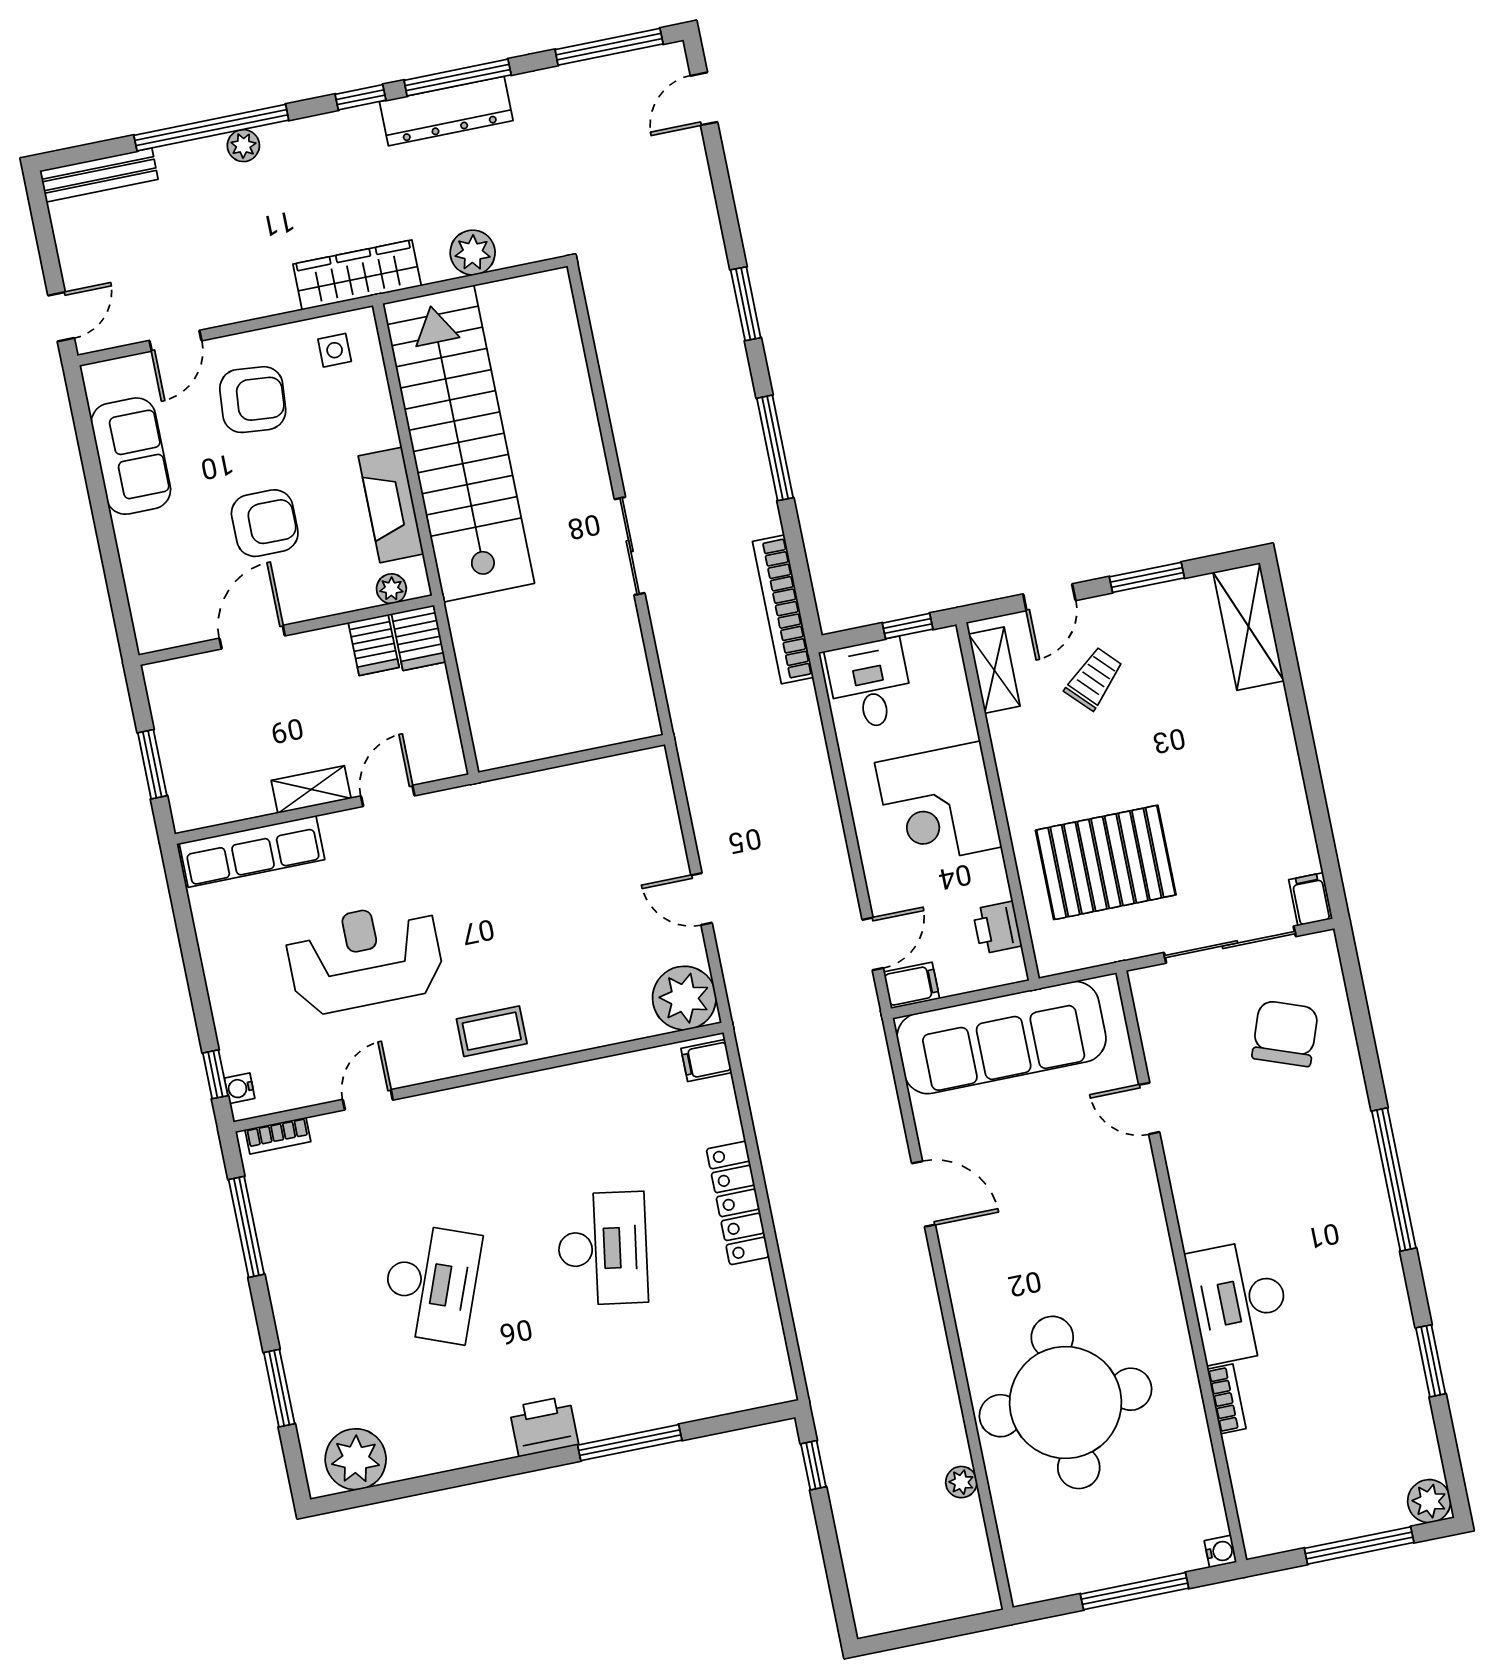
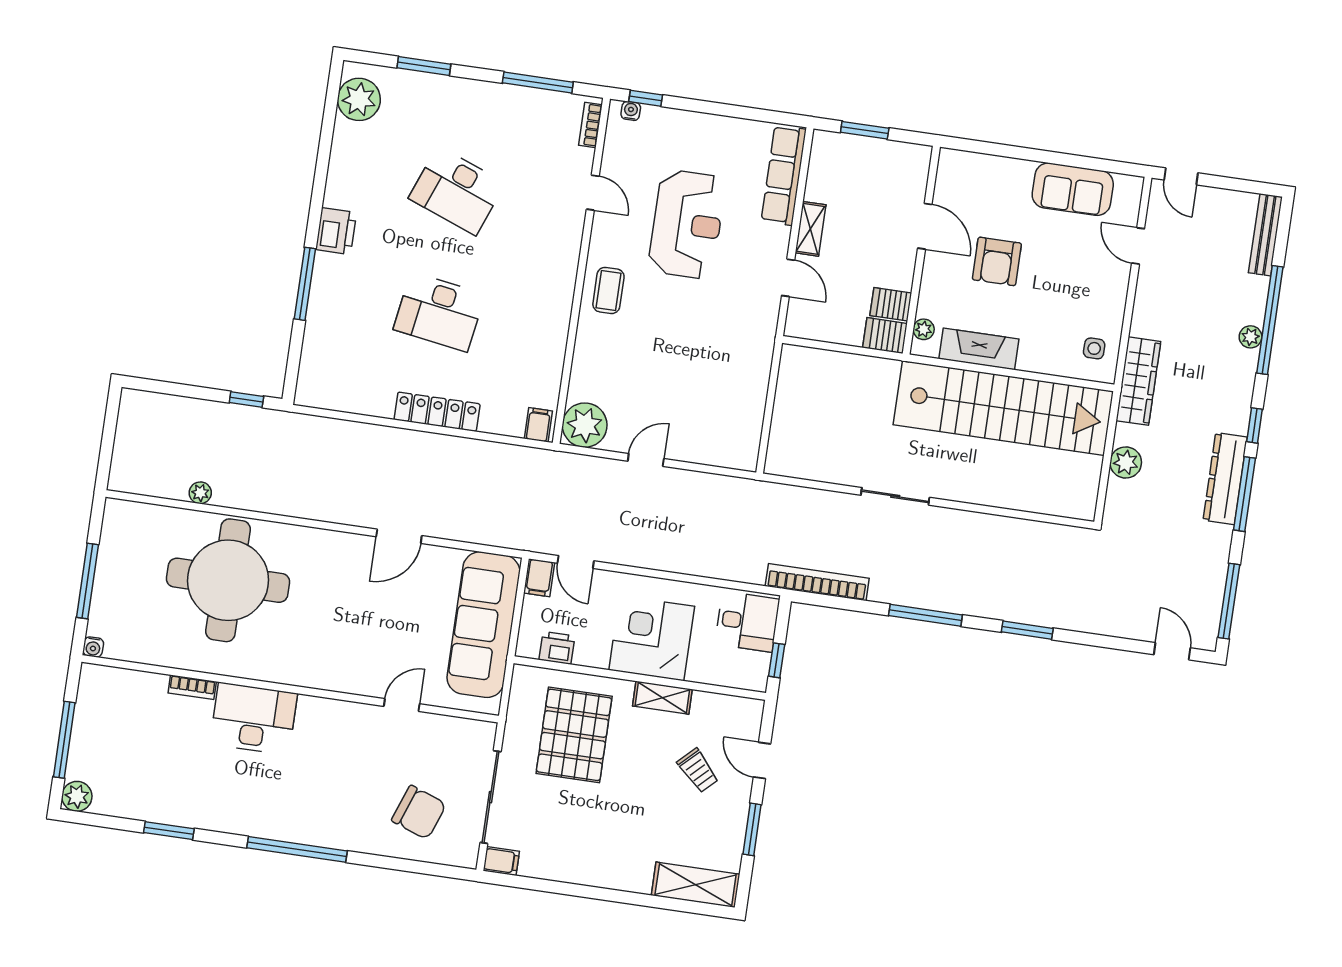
armchair: (253, 400) -> (1081, 283), removed
shelving: (994, 670) -> (662, 698), moved

